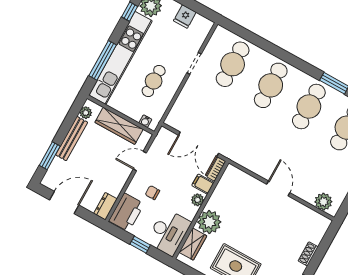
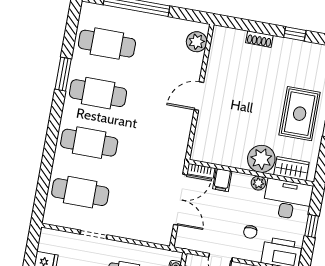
plant: (198, 200) -> (258, 183), moved

